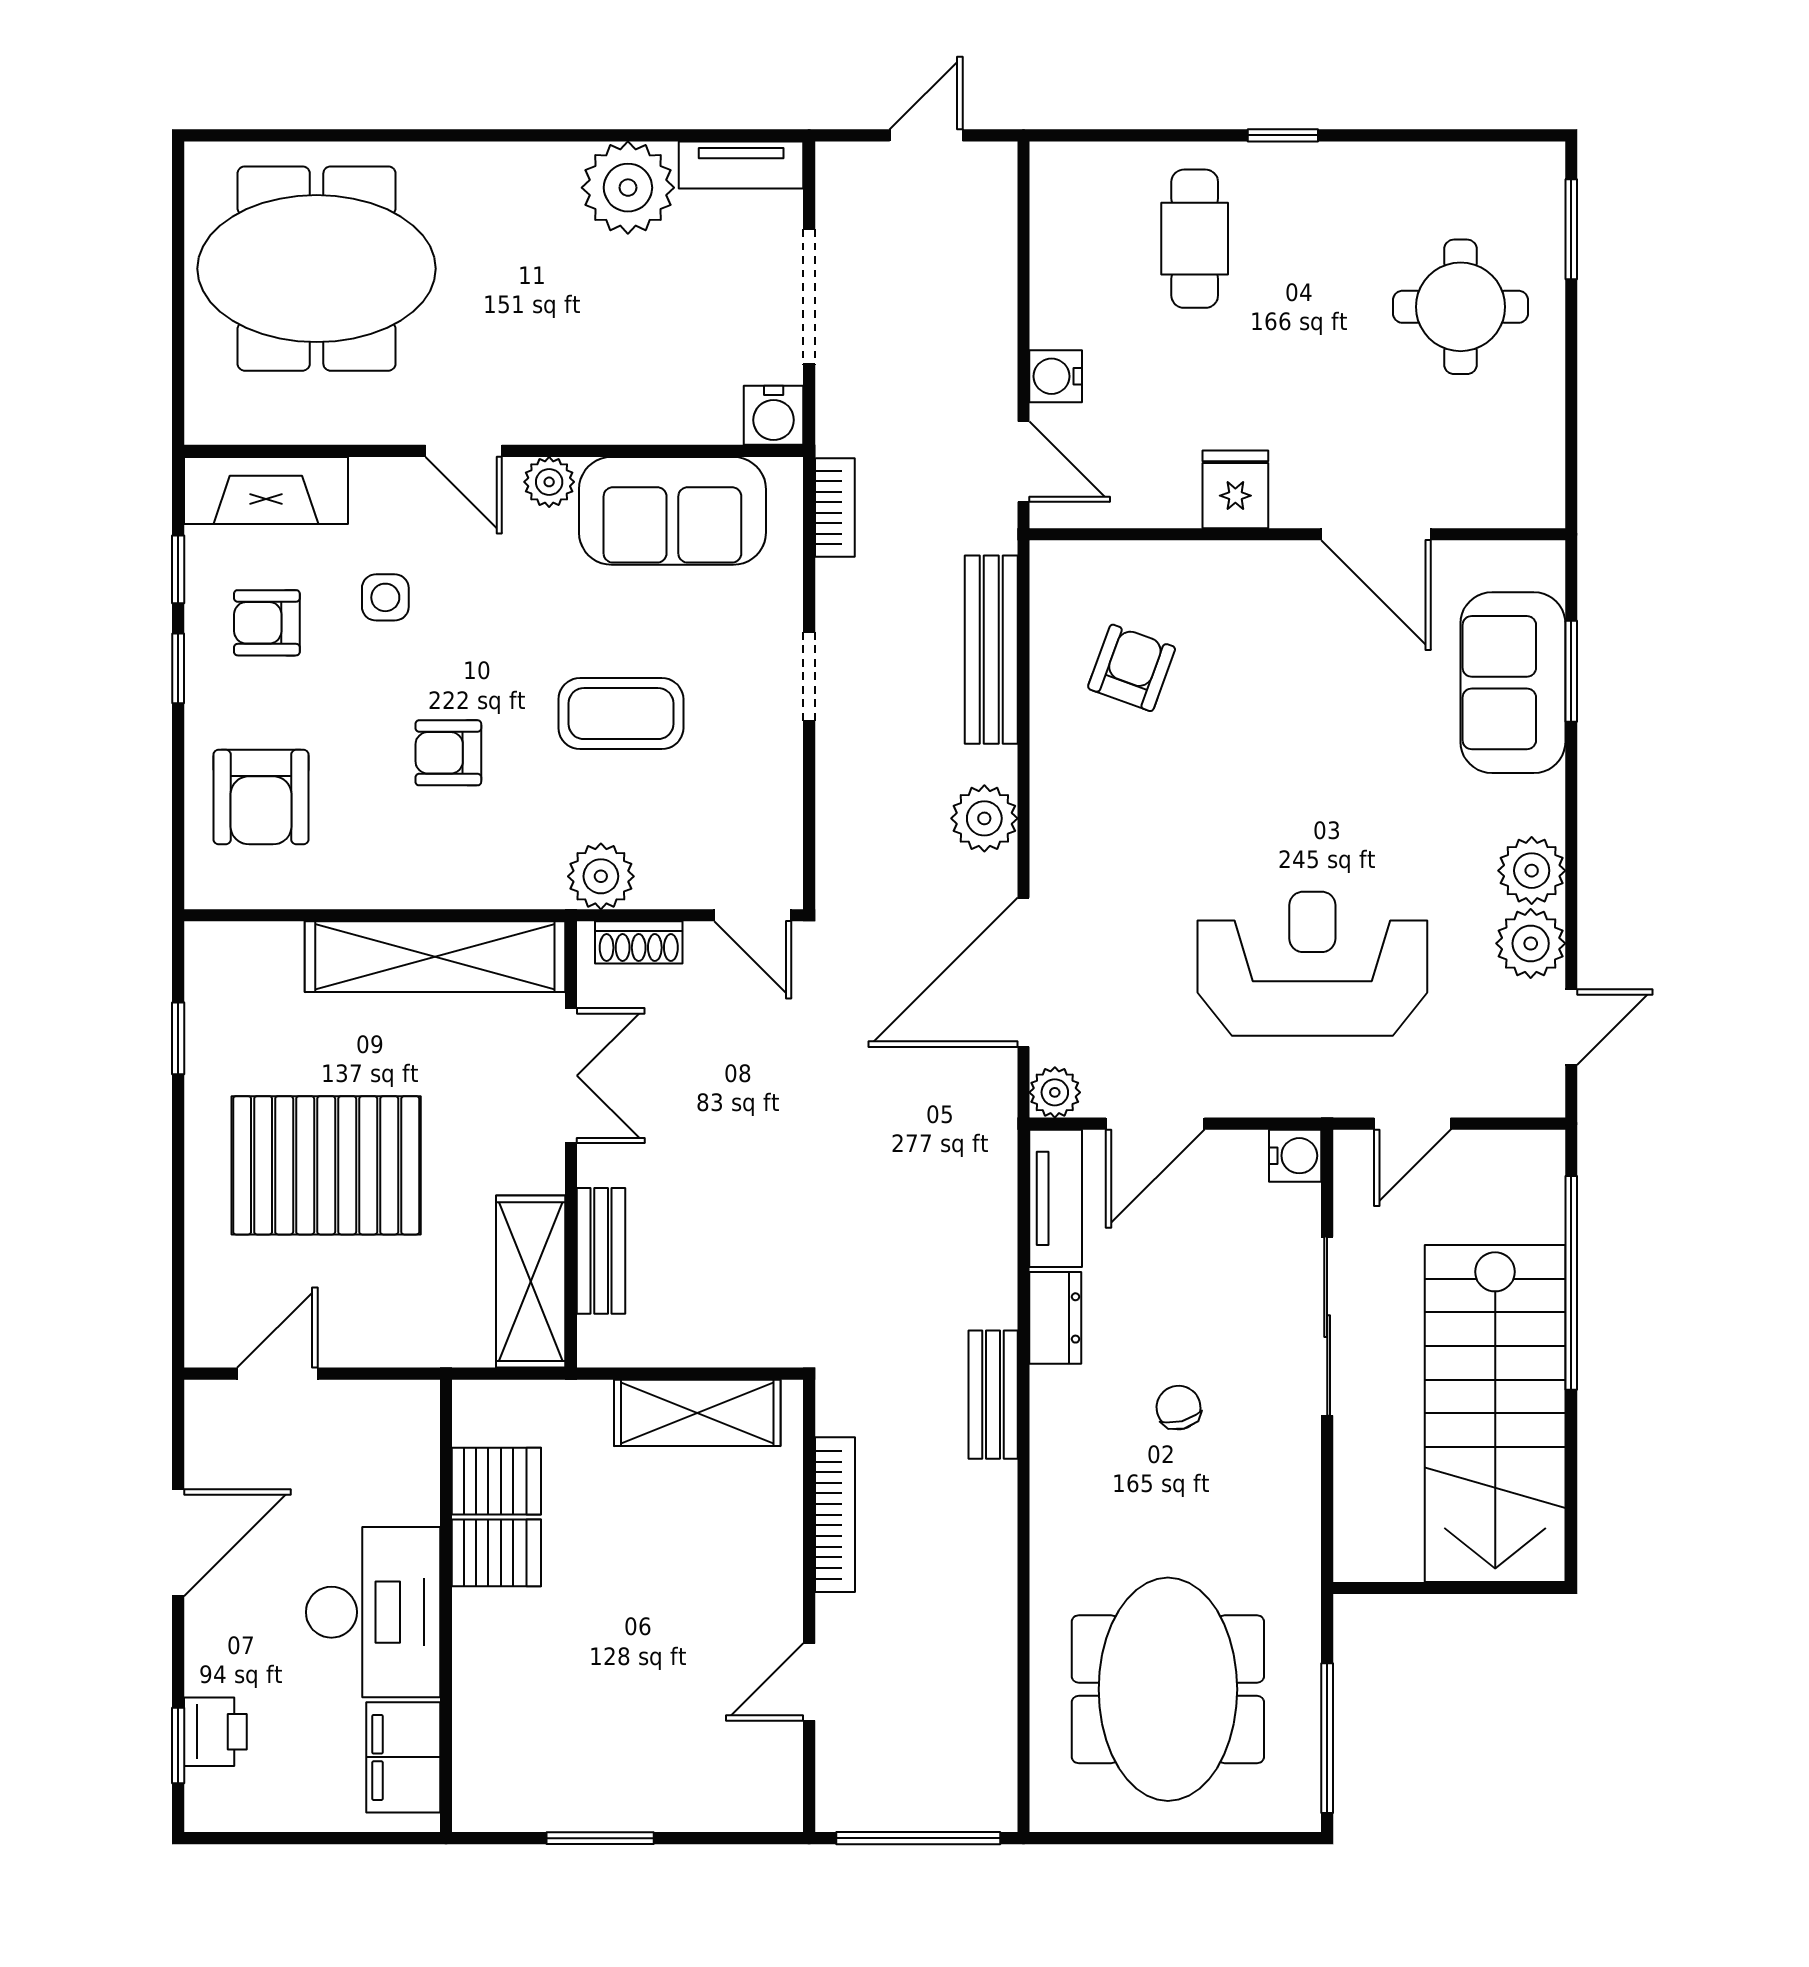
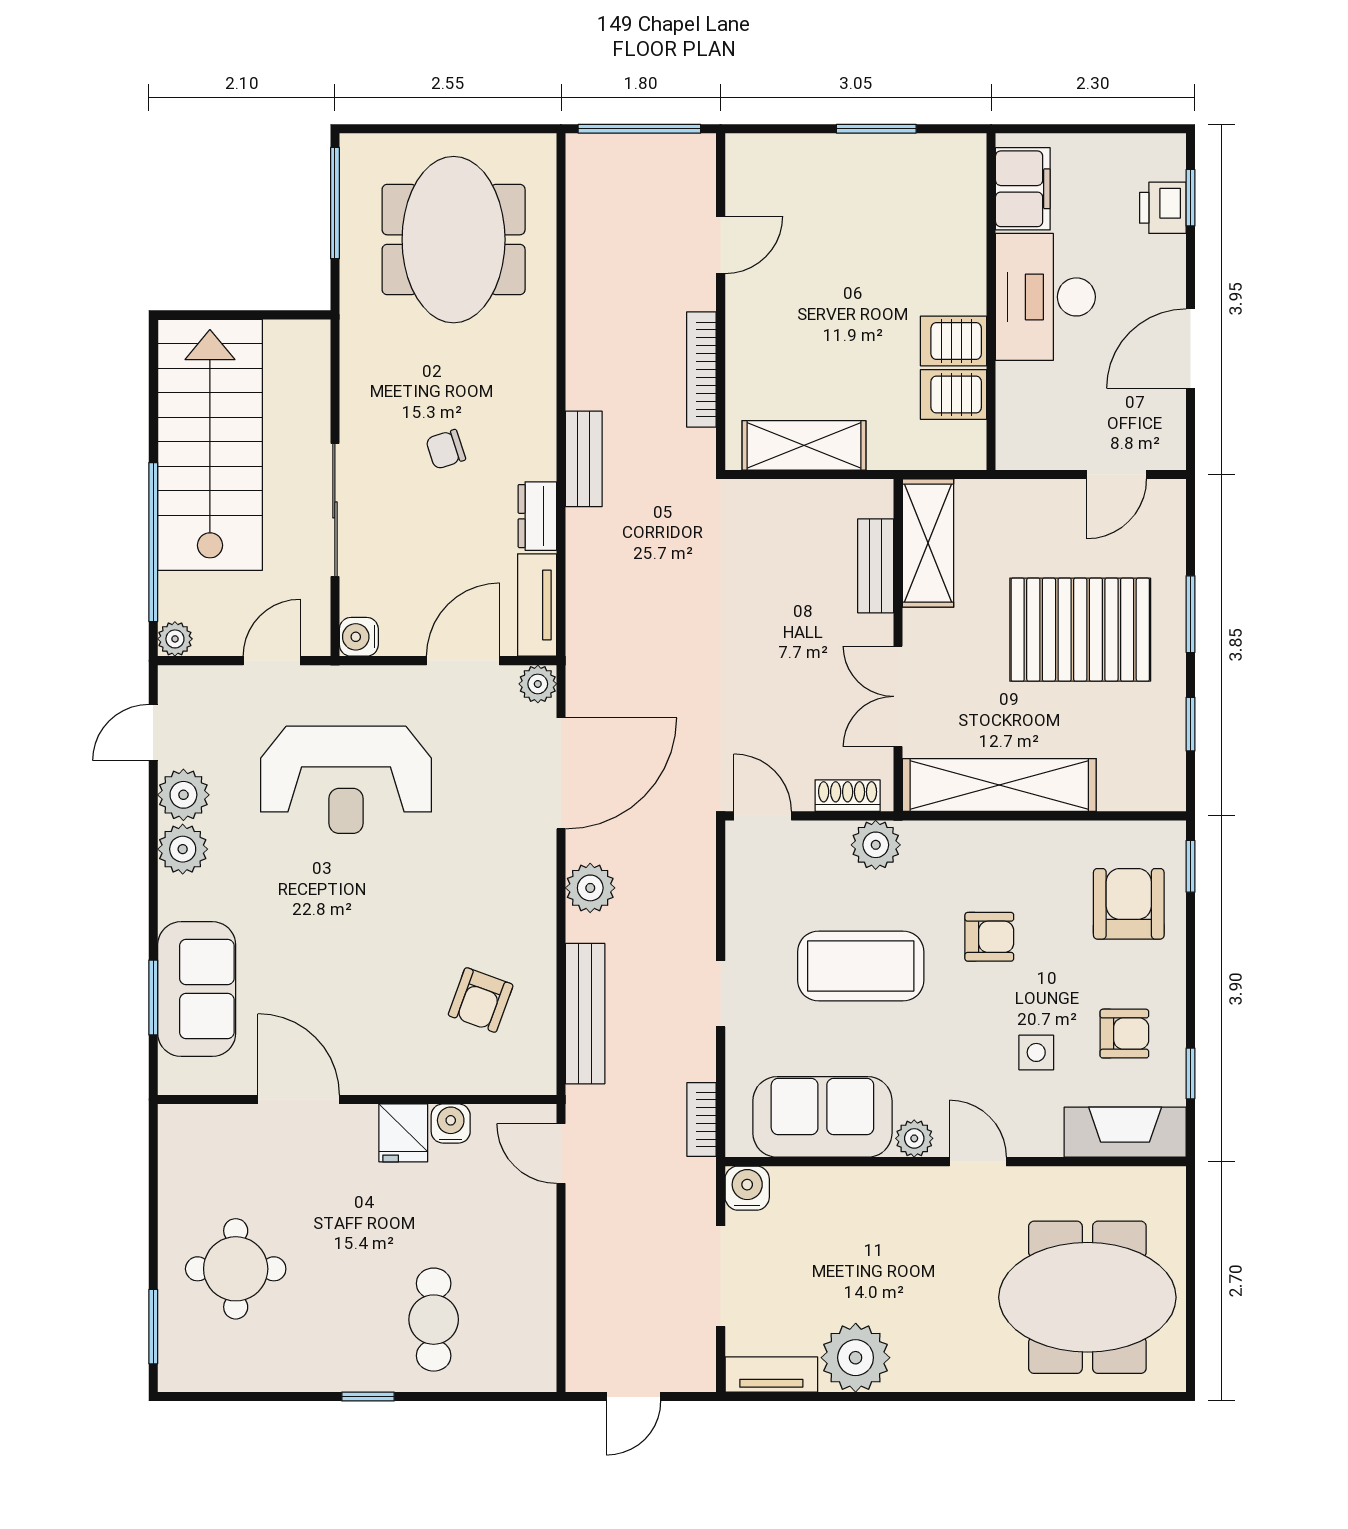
water cooler: (1056, 376) -> (451, 1123), moved, turned -90
window: (178, 668) -> (1190, 866), moved
coffee table: (621, 714) -> (861, 966), width x1.36, depth x1.32
plant: (1542, 1153) -> (175, 639), added
window: (178, 1186) -> (1190, 614), added
chair: (1179, 1408) -> (446, 449), turned 87

